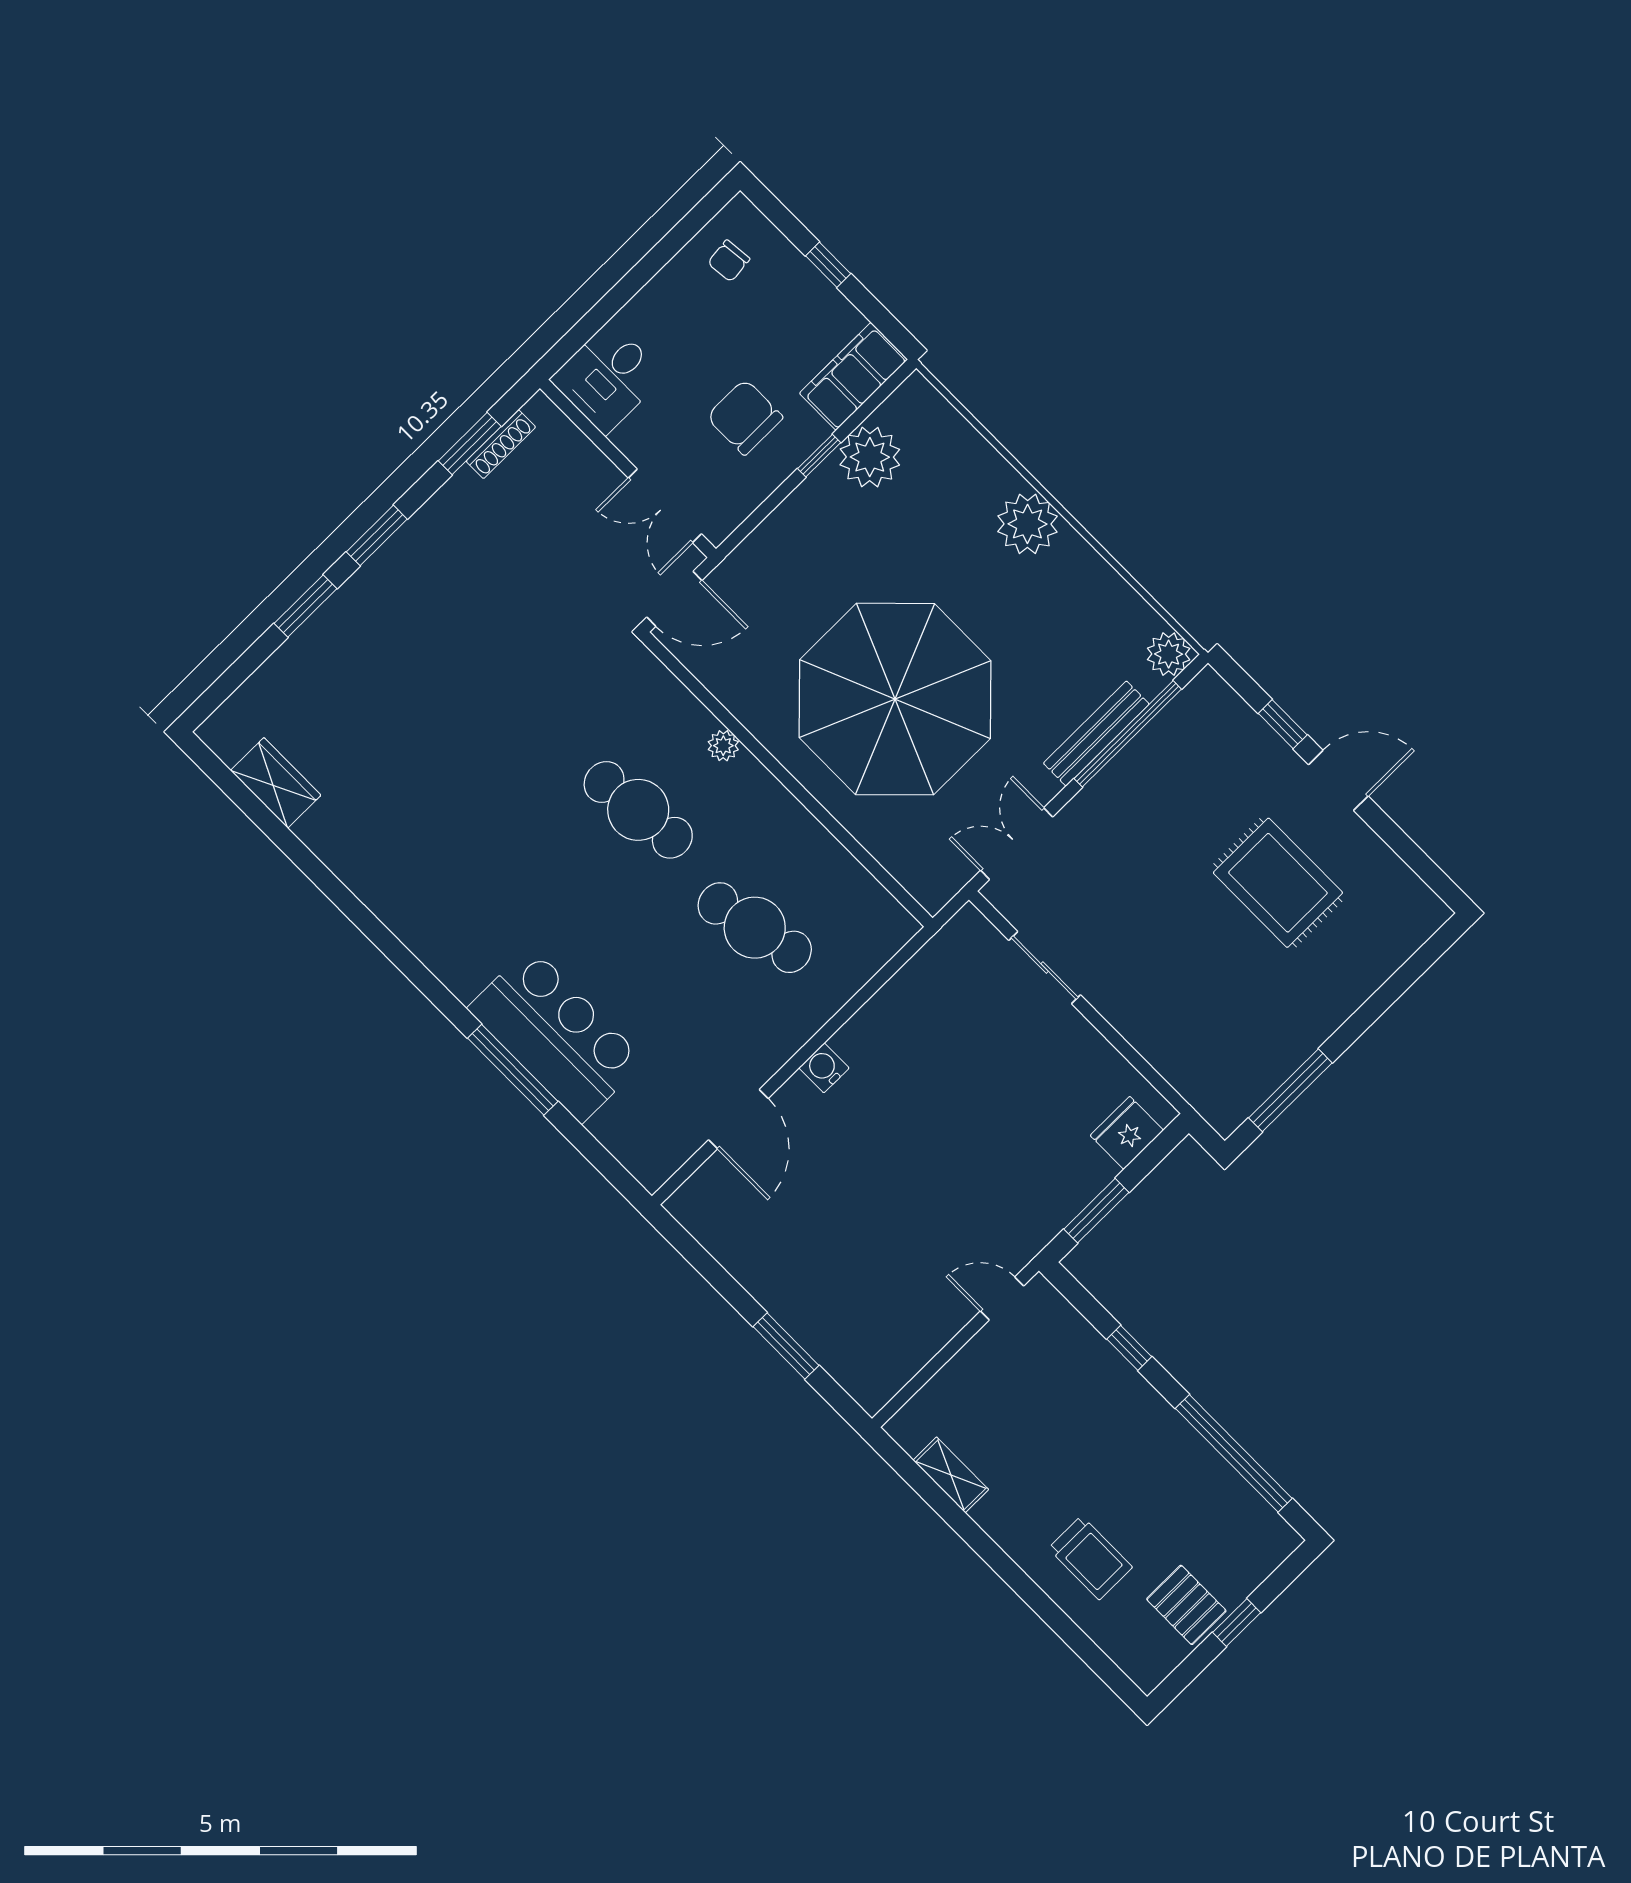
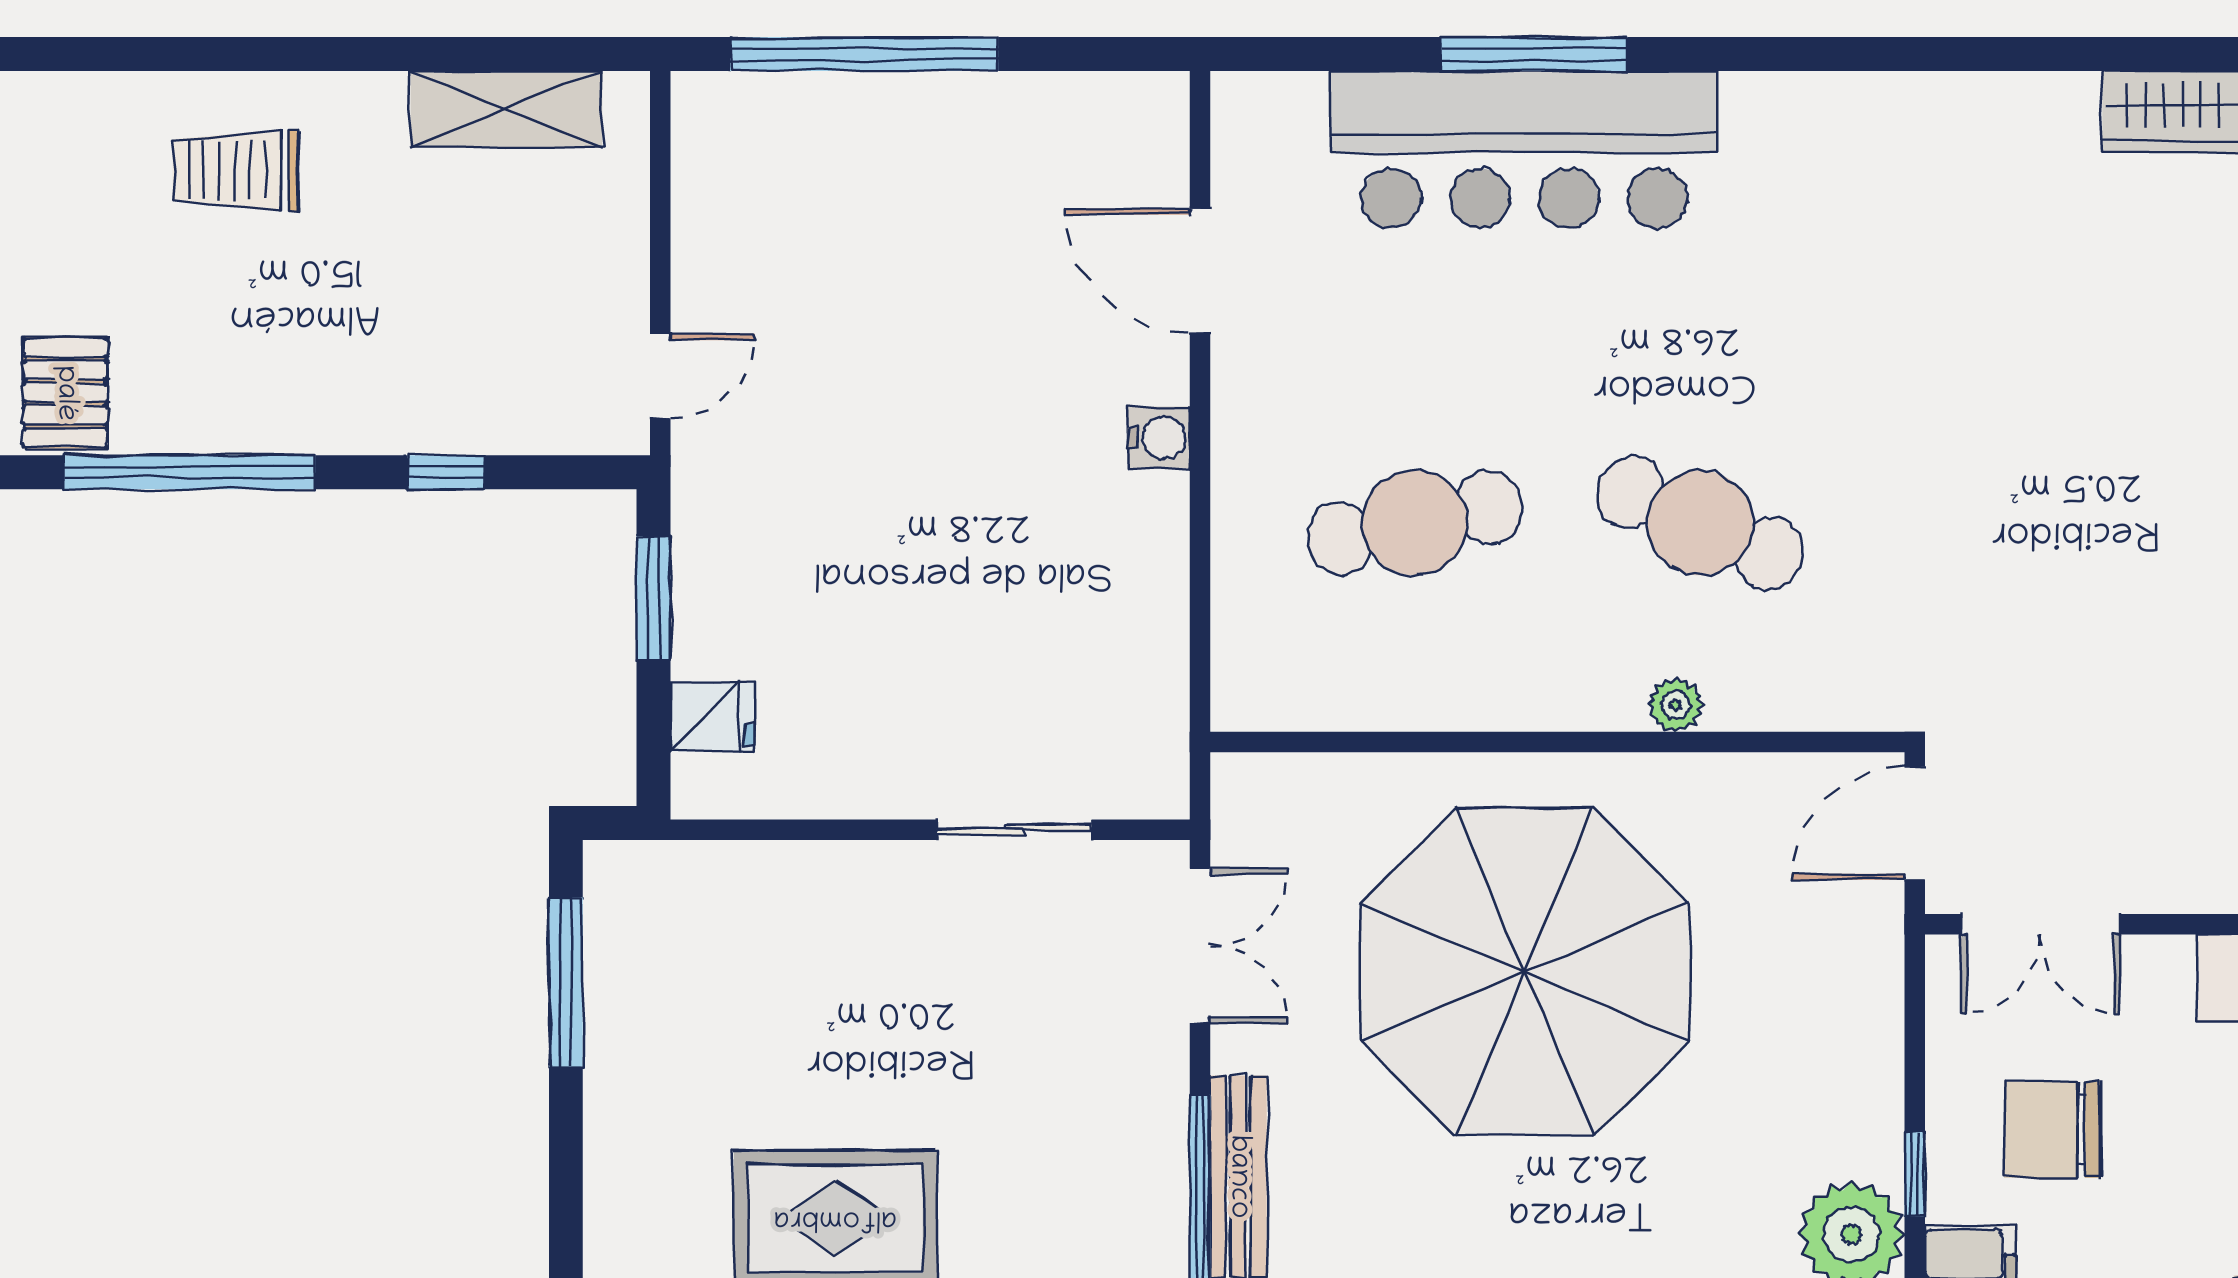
chair: (745, 417) -> (2052, 1130), turned 180
double door: (665, 506) -> (2040, 924), swing flipped
cafe table: (638, 810) -> (1700, 523), turned 30
bar counter: (556, 1035) -> (1524, 150), width x1.36
fridge: (1127, 1133) -> (712, 717), width x0.72
window: (786, 1346) -> (864, 54), width x2.11
shelving: (951, 1475) -> (506, 109), width x1.50, depth x1.33
pallet: (1186, 1605) -> (65, 393), moved, turned 90

